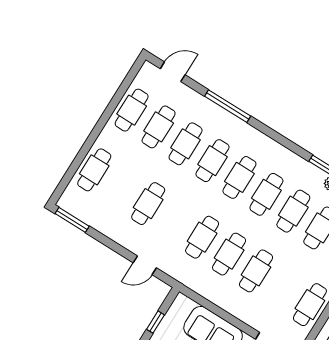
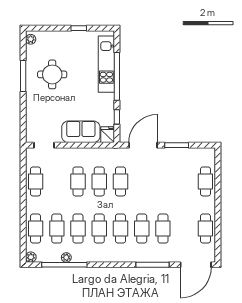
door: (173, 72) -> (196, 265), width x1.87
cafe table: (159, 127) -> (184, 229), removed
cafe table: (148, 204) -> (163, 181), removed
window: (72, 220) -> (177, 145), moved
door: (145, 265) -> (143, 145), width x1.88
fridge: (181, 307) -> (108, 135), added

